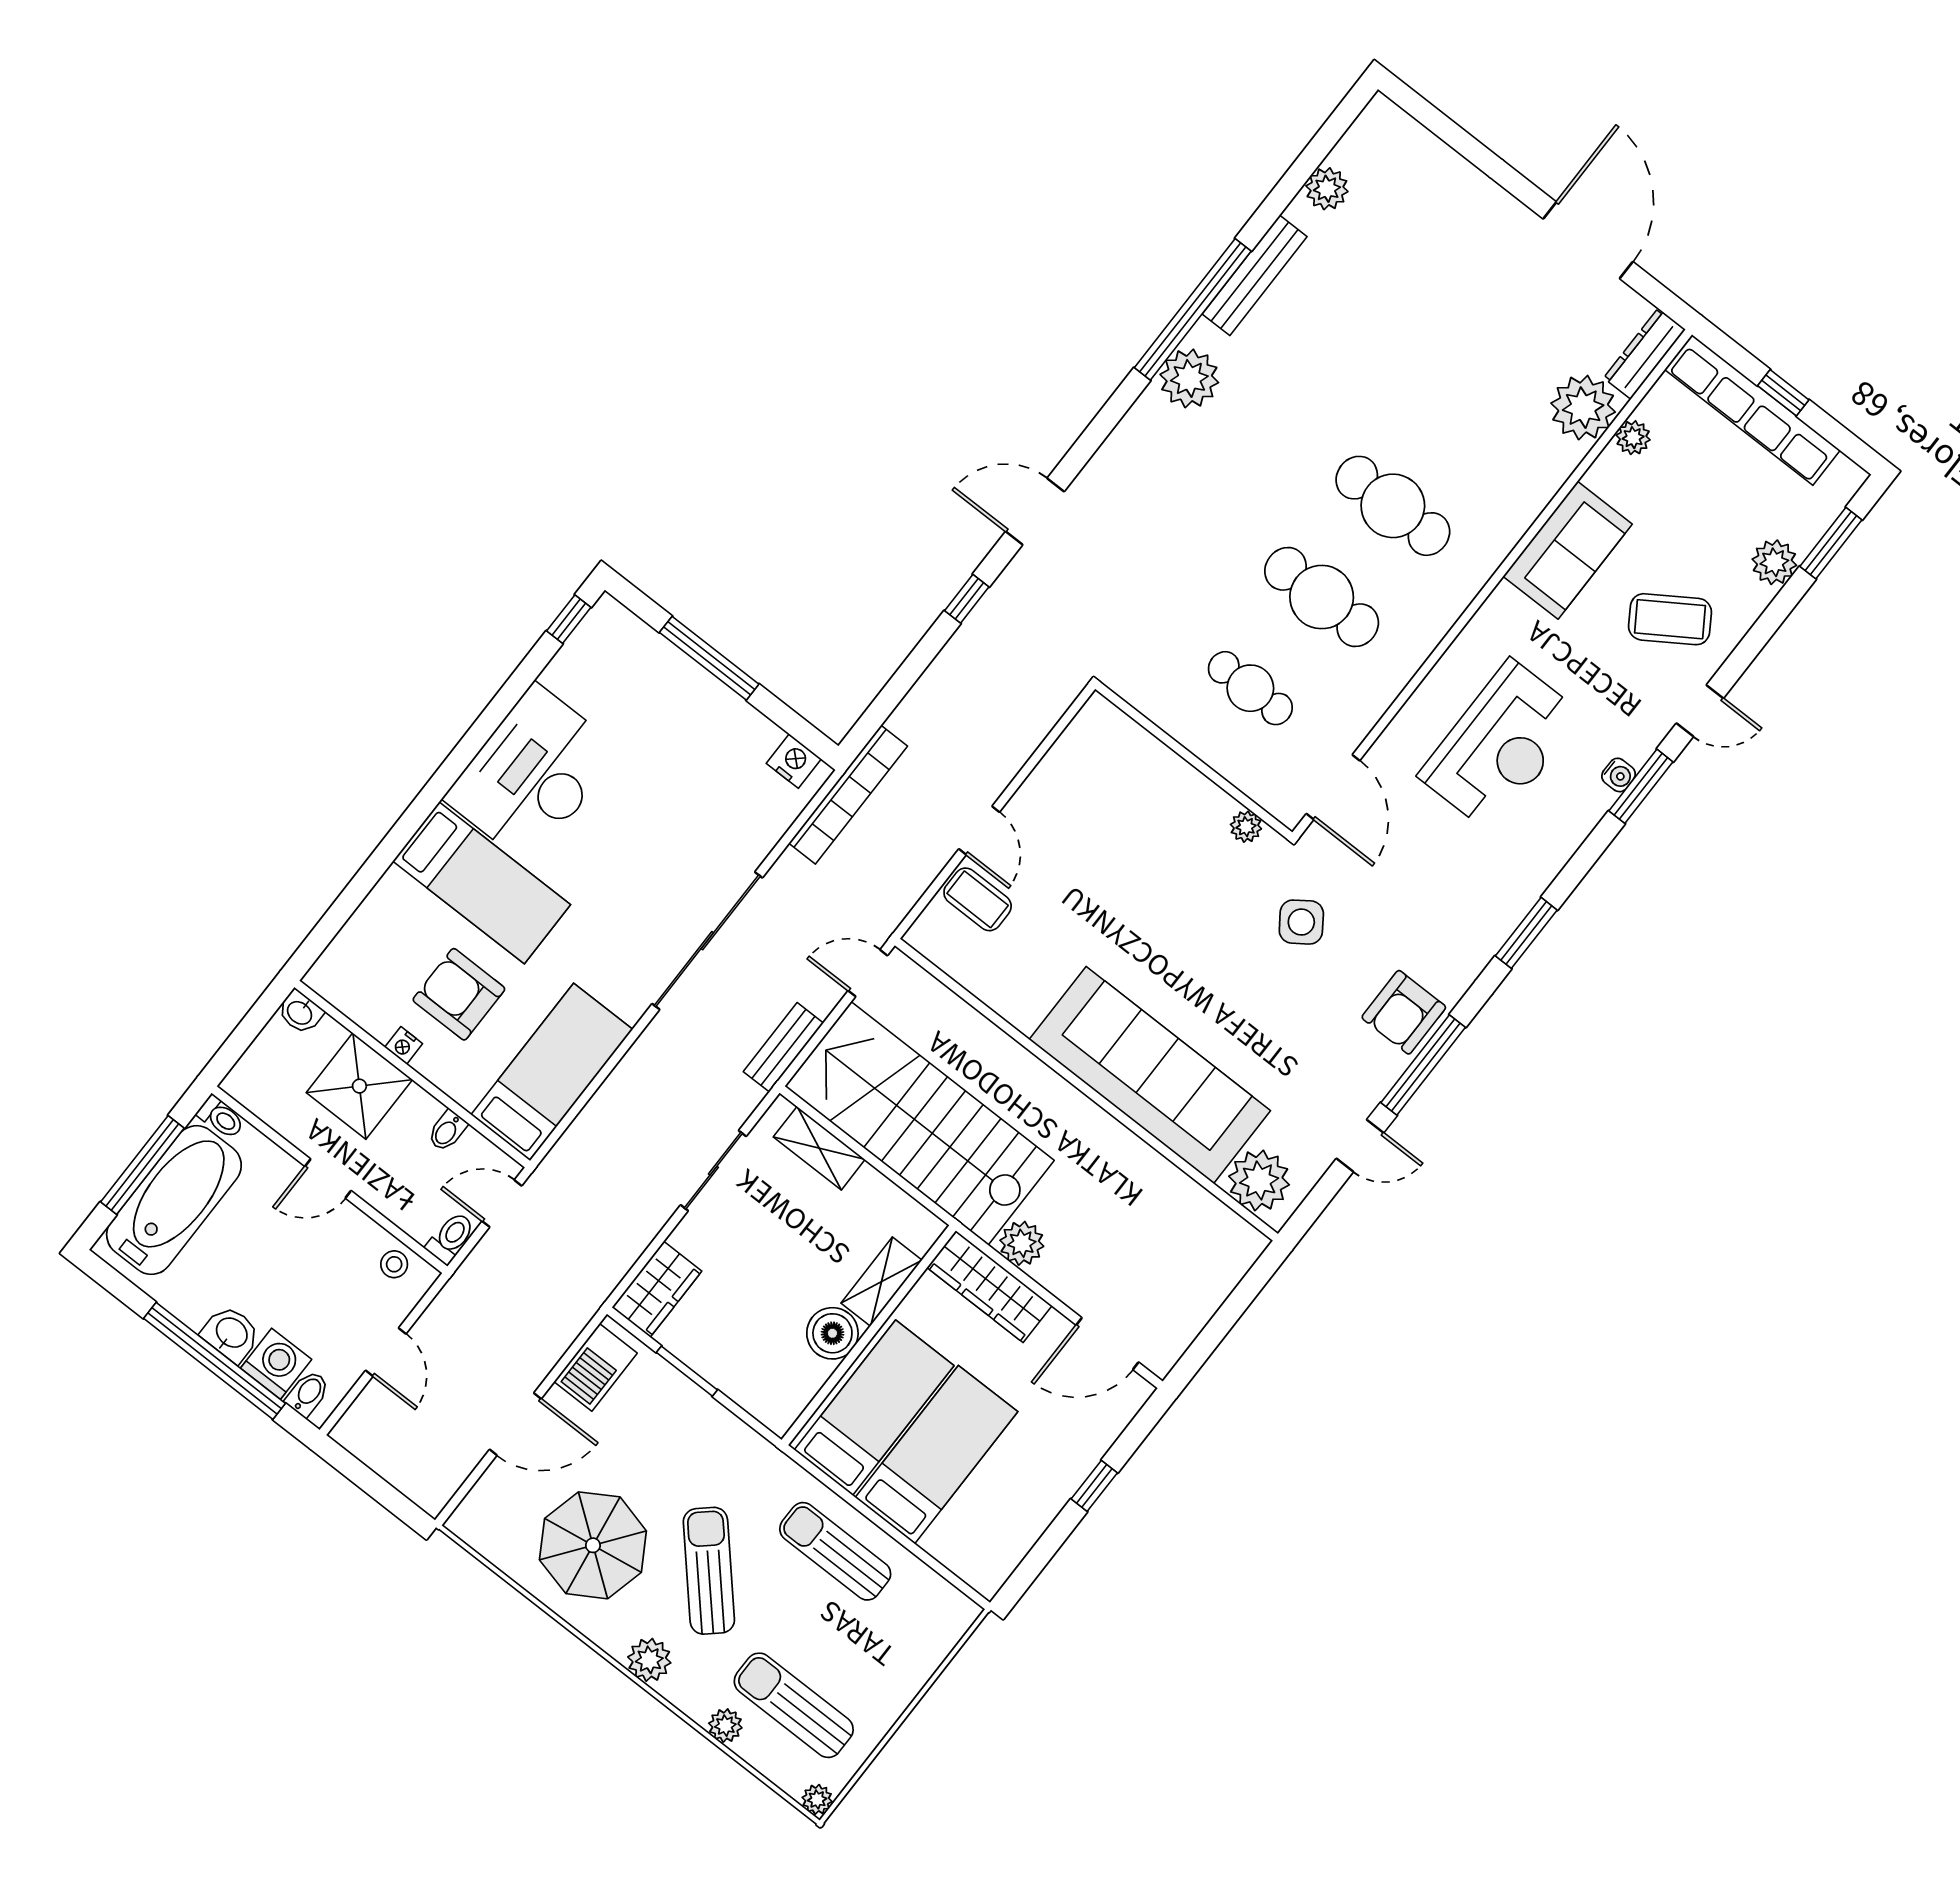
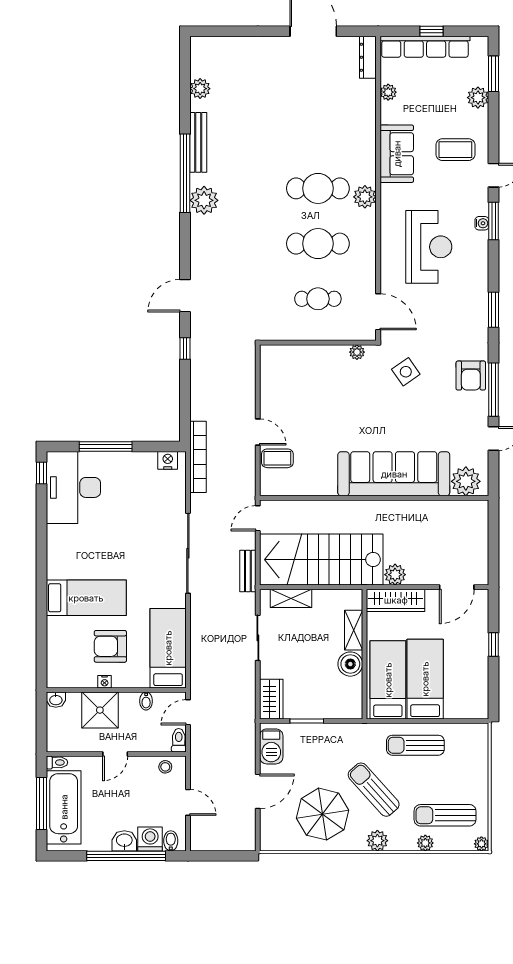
plant: (1583, 408) -> (365, 197), moved, width x0.73, depth x0.73
coffee table: (1670, 619) -> (455, 150), turned 33
desk: (532, 774) -> (73, 487), moved

